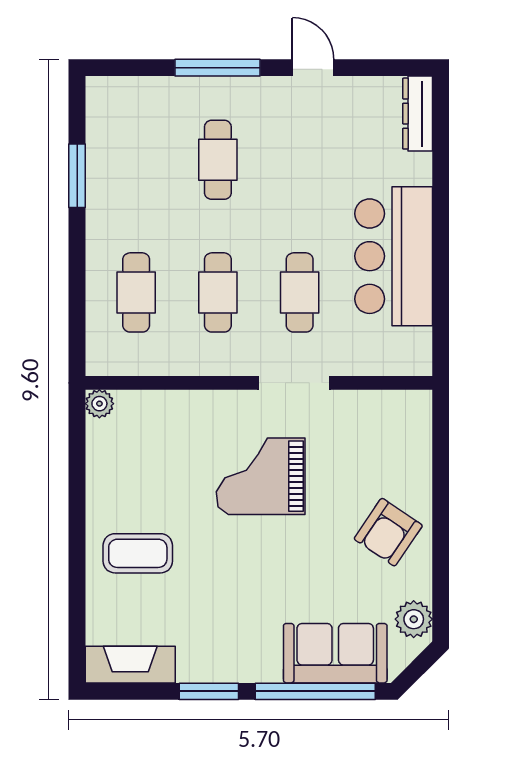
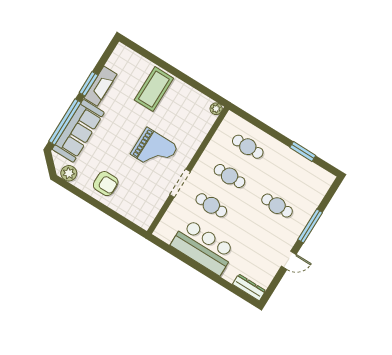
grand piano: (261, 476) -> (154, 150), turned 90
armchair: (388, 532) -> (106, 184), turned 146
coffee table: (138, 553) -> (154, 89), width x1.36, depth x1.32
sofa: (335, 653) -> (78, 131), width x1.36
fireplace: (130, 665) -> (100, 86), moved

